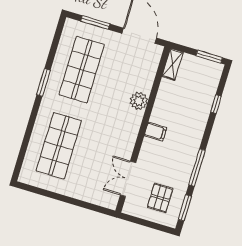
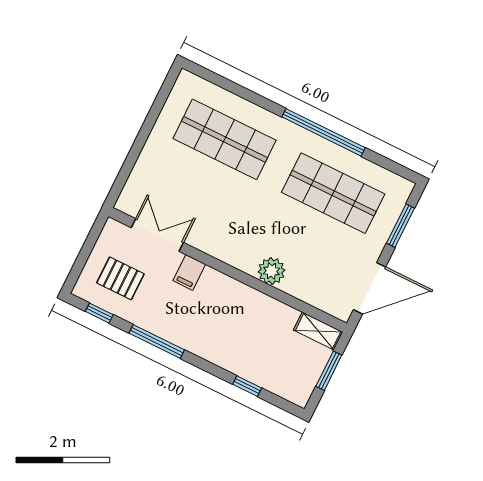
window: (209, 57) -> (329, 371), moved
window: (43, 83) -> (324, 132), width x2.11
filing cabinet: (155, 132) -> (189, 272), moved
window: (185, 208) -> (99, 313), width x0.67

